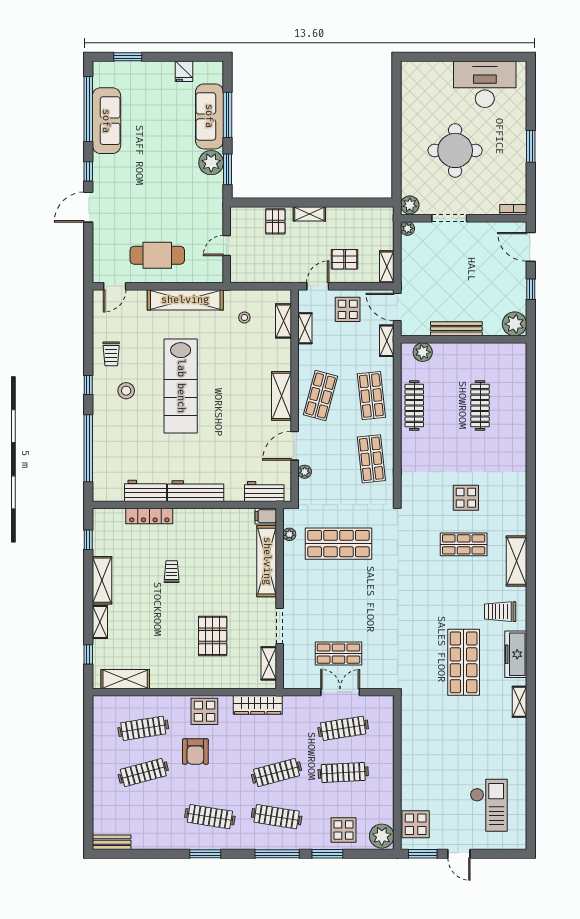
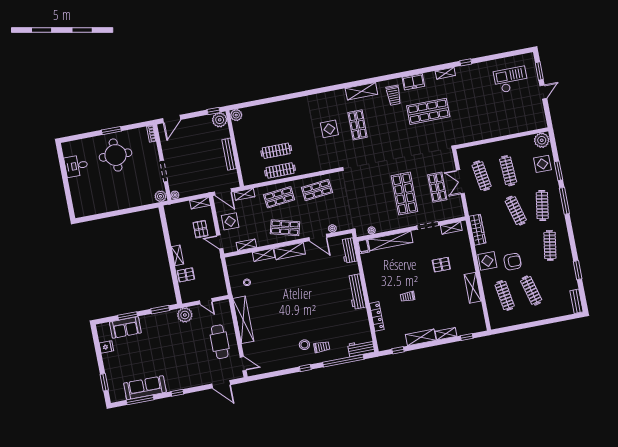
desk: (485, 84) -> (76, 166), width x0.53, depth x0.77
window: (88, 109) -> (140, 400), width x0.68
window: (227, 115) -> (128, 316), width x0.69
sofa: (209, 116) -> (125, 327), width x0.73
round table: (455, 150) -> (116, 155), moved
plant: (211, 163) -> (185, 315), moved
door: (88, 207) -> (221, 384), moved
window: (531, 289) -> (214, 111), moved
door: (397, 307) -> (223, 192), hinge flipped
shelving: (283, 321) -> (264, 255), moved
plant: (423, 352) -> (236, 115), moved
trolley: (111, 354) -> (322, 347), moved
lab bench: (181, 386) -> (295, 313), removed
clothes rail: (480, 406) -> (276, 151), moved
workbench: (145, 491) -> (361, 348), moved, turned 90
shop shelf: (338, 544) -> (404, 194), moved
pallet: (213, 636) -> (441, 265), width x0.67, depth x0.71
freezer: (516, 654) -> (413, 82), width x0.71
shelving: (125, 679) -> (473, 288), moved
window: (531, 738) -> (466, 62), added
display table: (416, 824) -> (531, 121), removed
window: (205, 854) -> (578, 270), moved
window: (423, 854) -> (539, 71), moved

